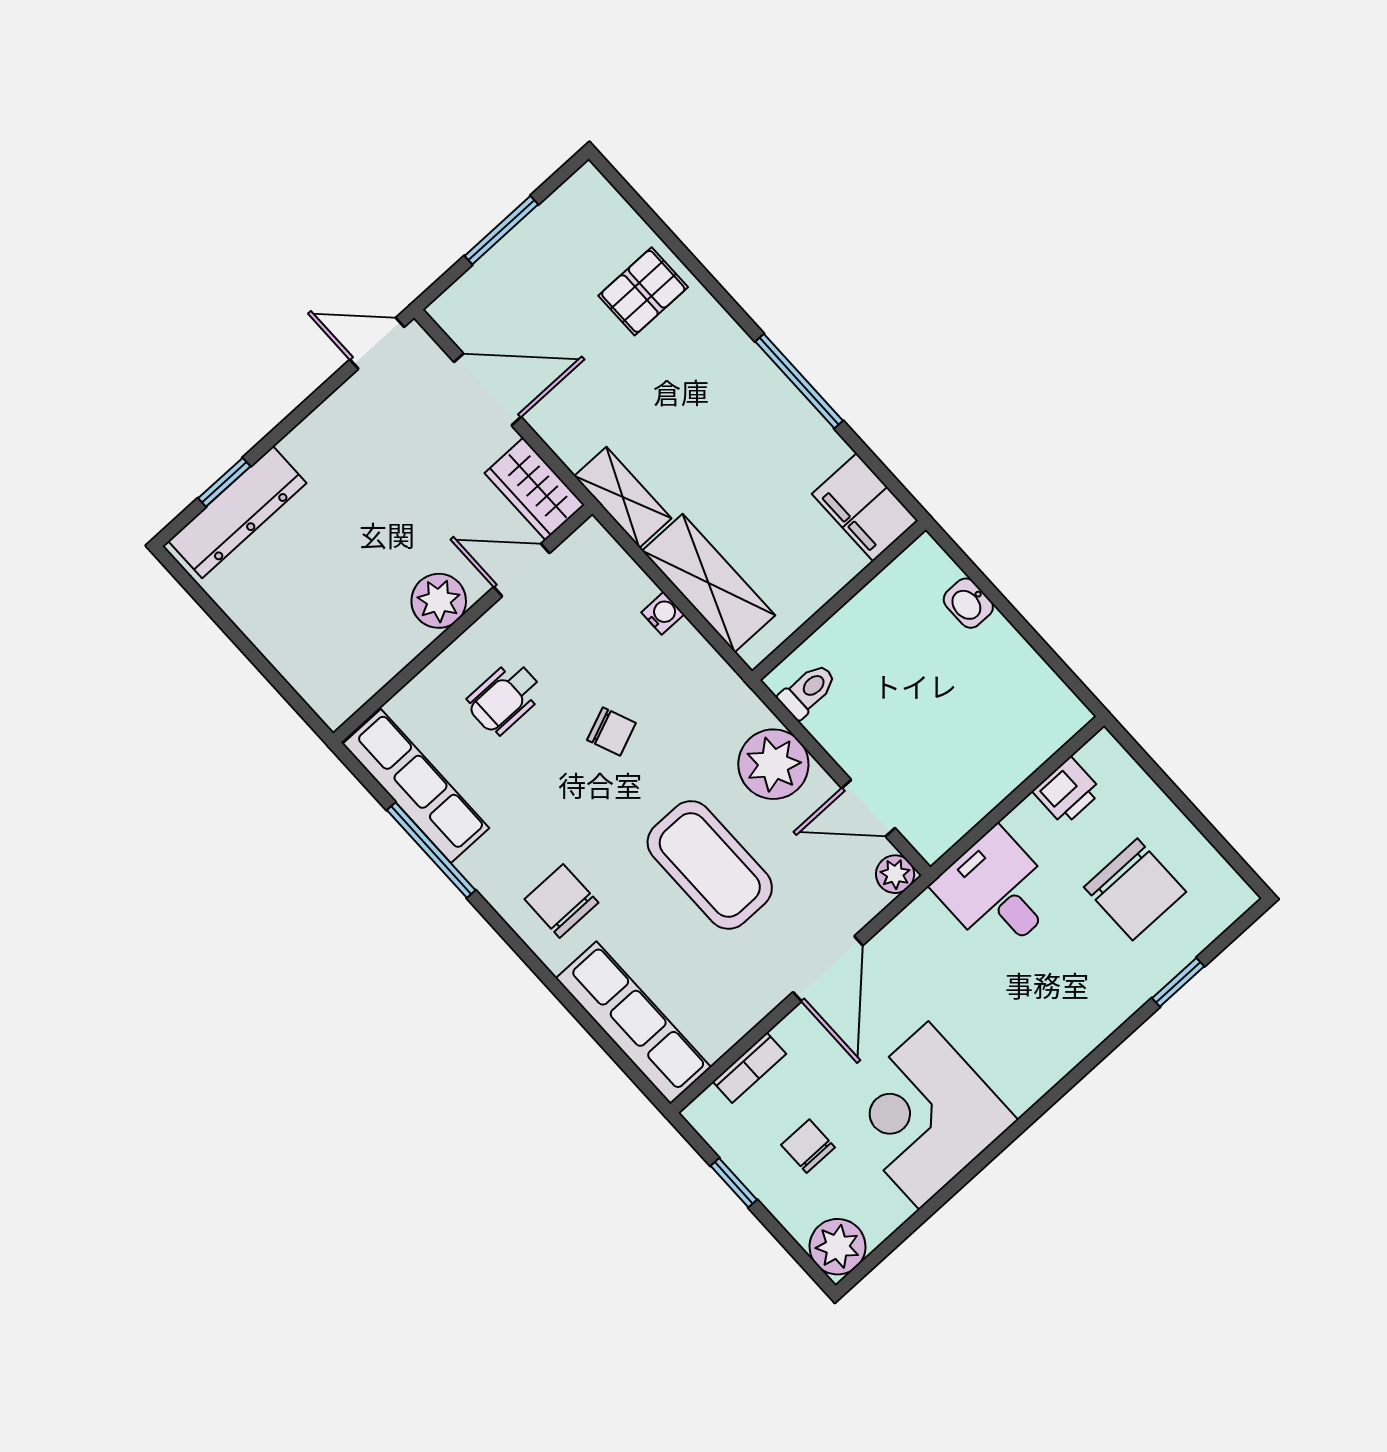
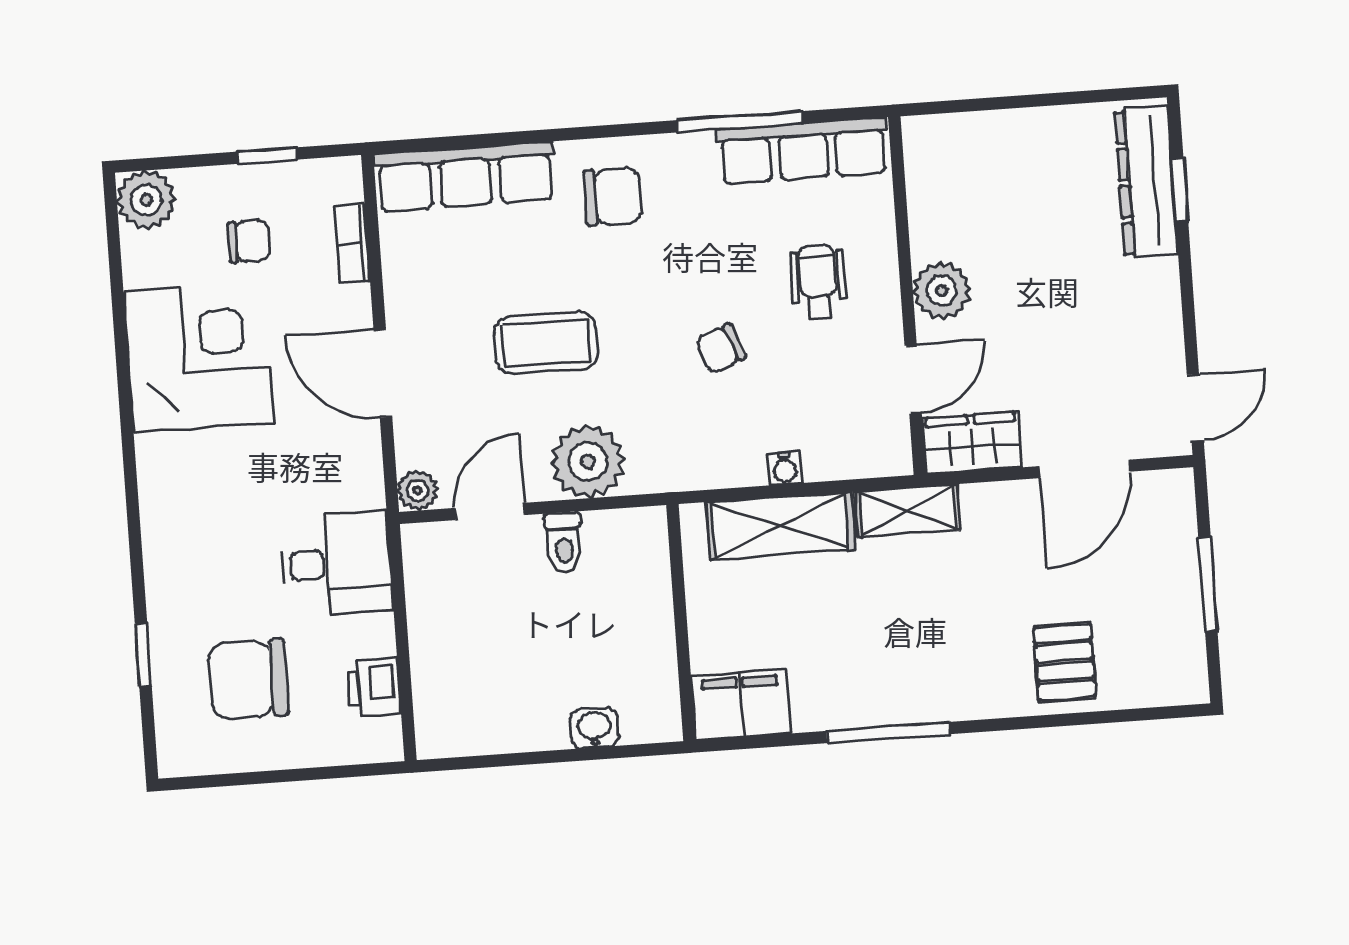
toilet: (808, 691) -> (564, 542), moved
coffee table: (710, 865) -> (546, 343), width x0.73, depth x0.76

